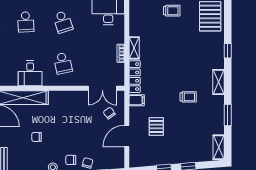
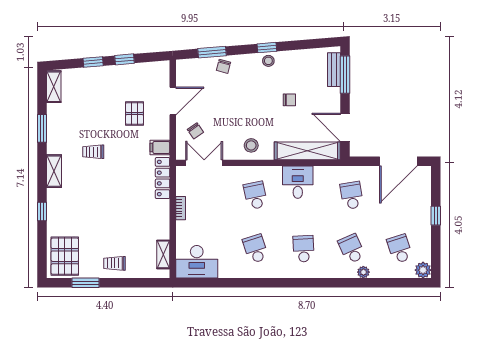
shelving: (134, 48) -> (163, 254), moved
stool: (66, 102) -> (251, 145), added
chair: (71, 160) -> (245, 70), removed

